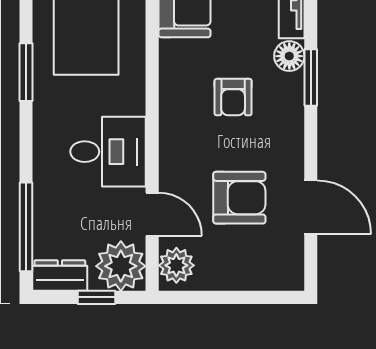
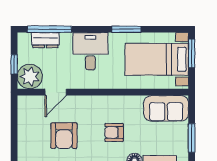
desk: (108, 152) -> (90, 51), moved, turned 180
plant: (176, 265) -> (30, 104), removed
dresser: (60, 276) -> (45, 40), moved, turned 90

